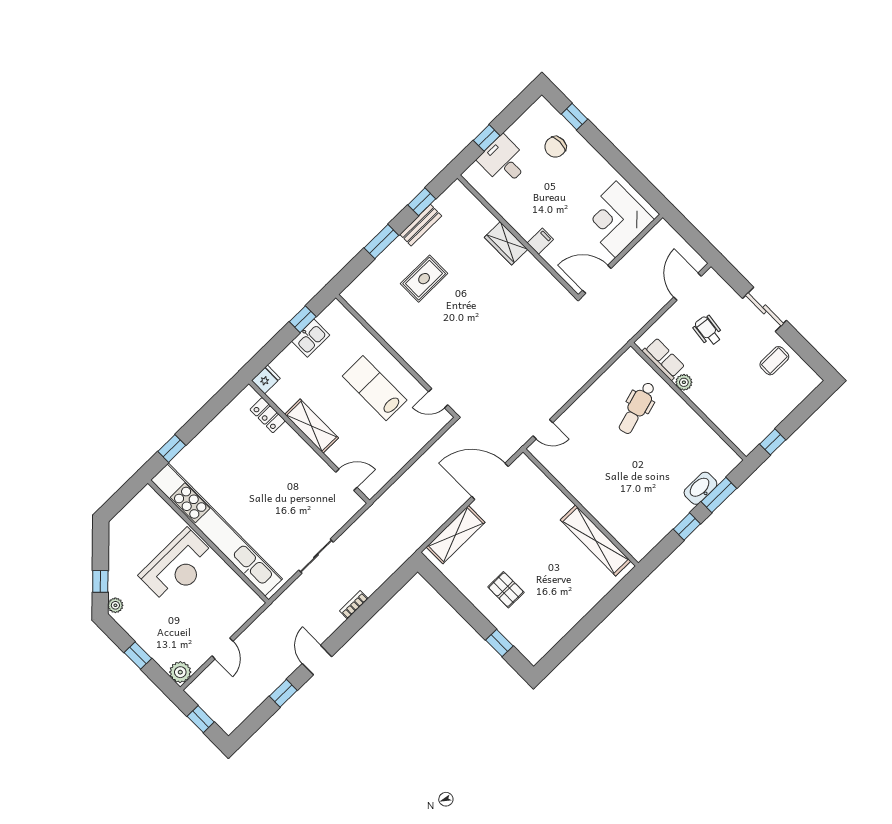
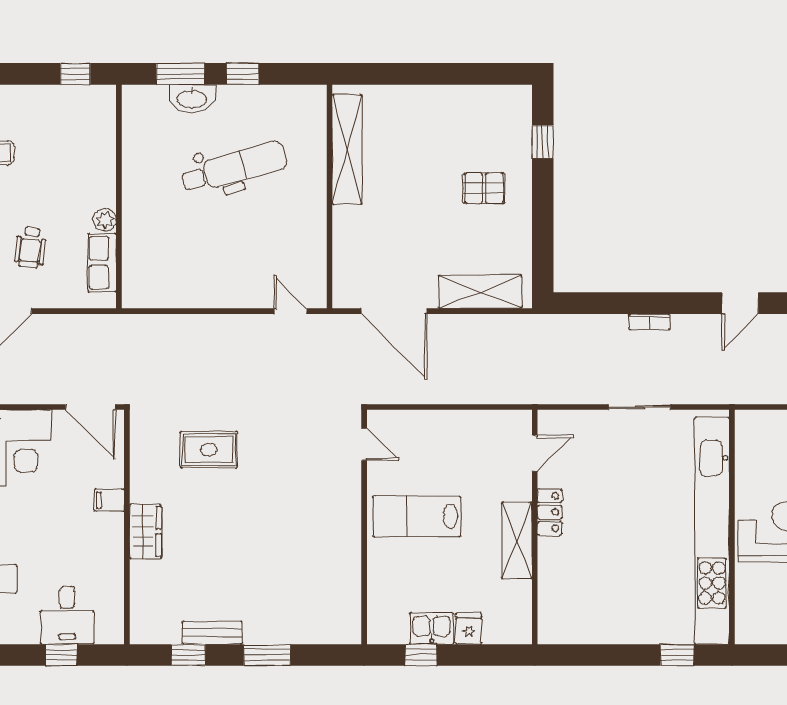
rug: (424, 279) -> (209, 450), moved
fridge: (266, 379) -> (469, 629), moved, turned 90
lab bench: (375, 388) -> (417, 516), turned 90
dental chair: (637, 408) -> (234, 168), moved, width x1.36, depth x1.38
locker: (268, 415) -> (550, 512), moved
door: (346, 480) -> (535, 453), swing flipped
pallet: (506, 590) -> (484, 188), turned 90

